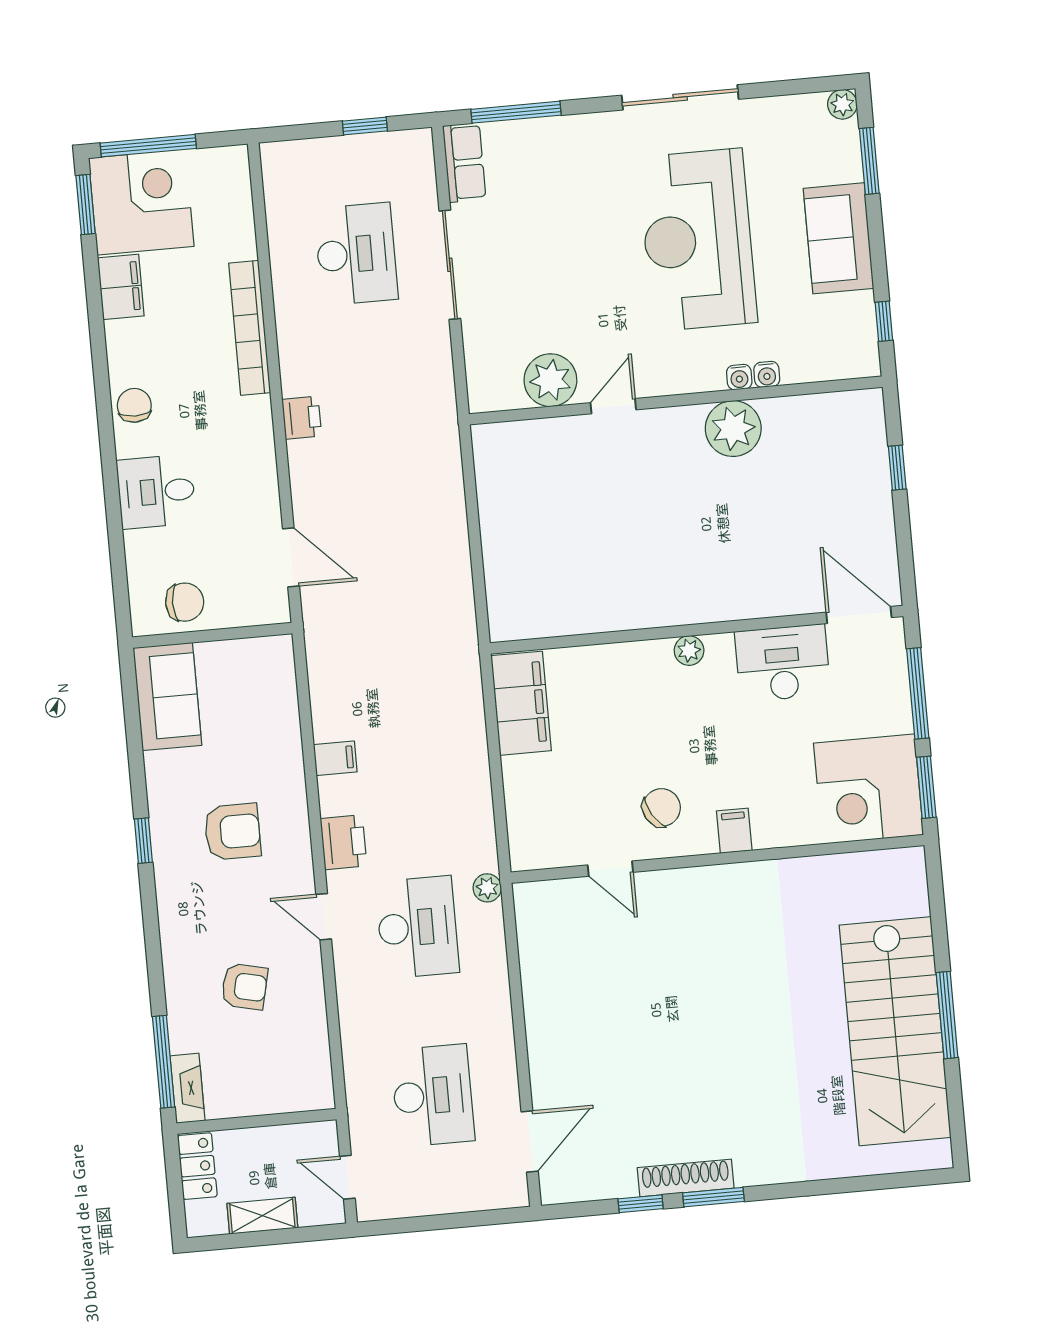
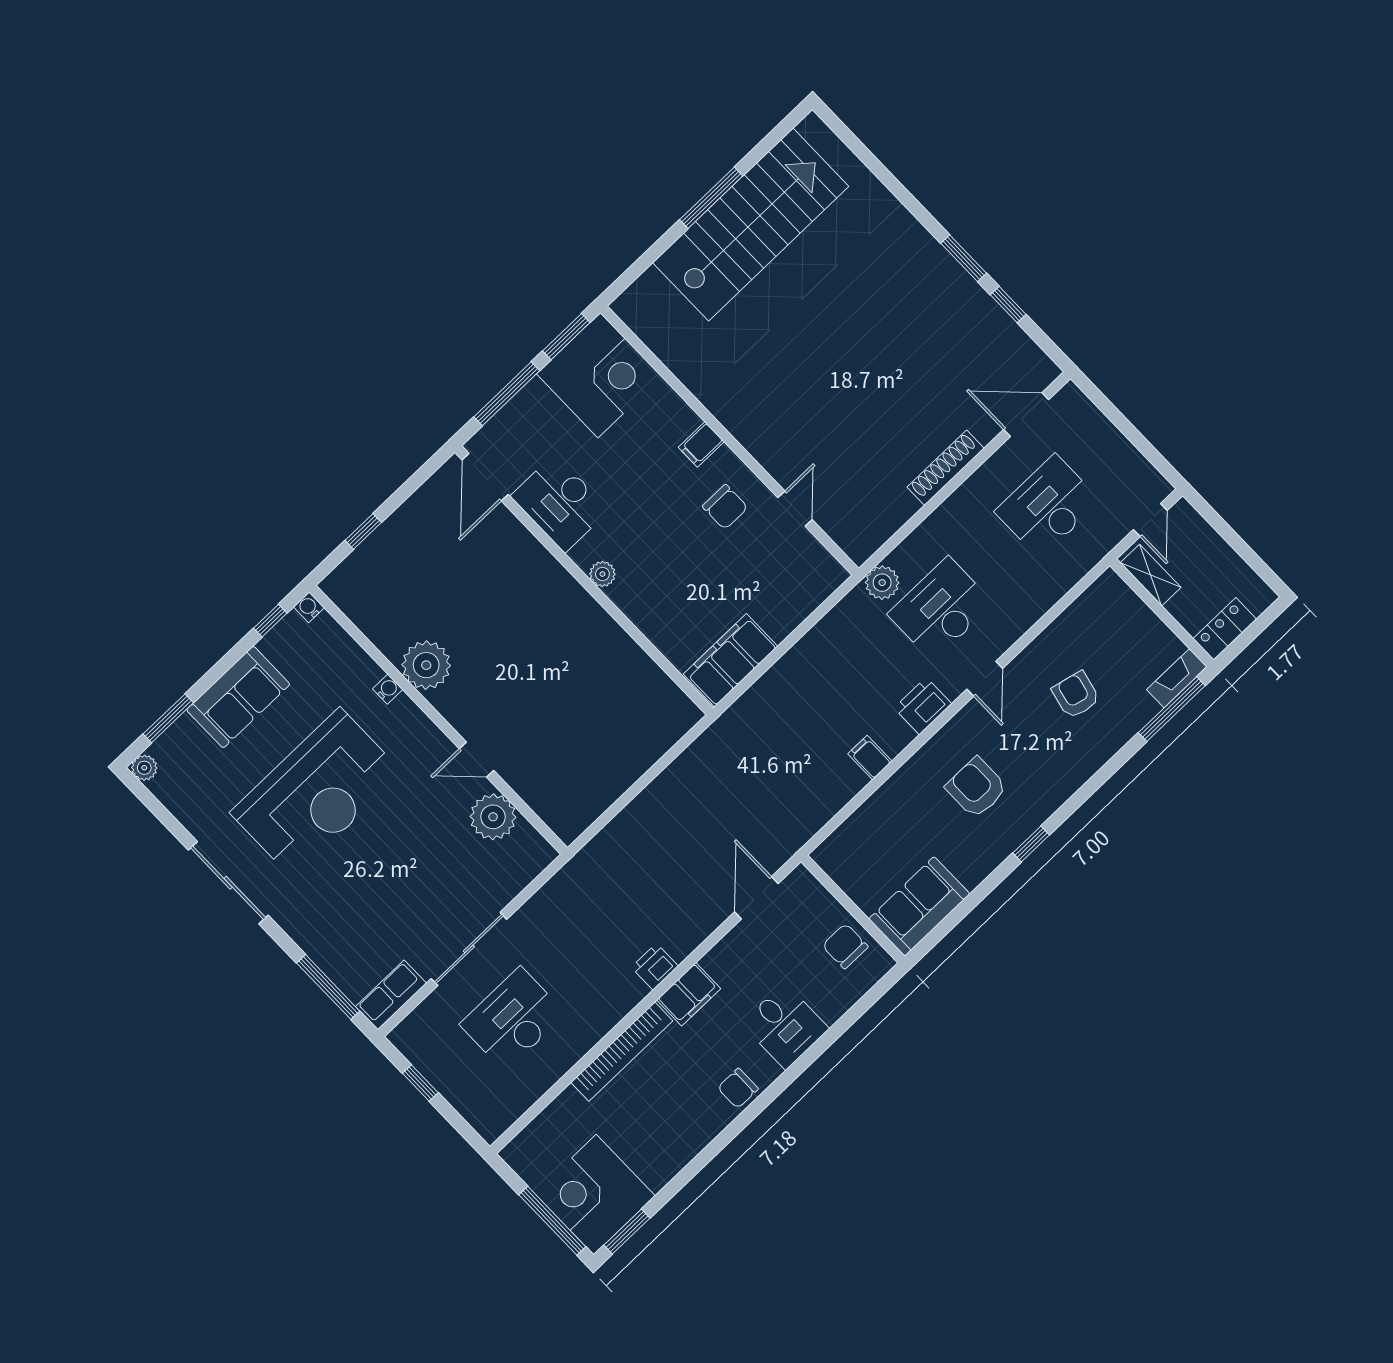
filing cabinet: (121, 287) -> (689, 994), moved, turned 180
water cooler: (767, 374) -> (309, 607), moved, turned -90
chair: (661, 808) -> (725, 507), turned -149
plant: (487, 888) -> (882, 583), width x1.38, depth x1.38
shoe rack: (686, 1178) -> (946, 468), moved, turned 90
shelving: (262, 1216) -> (1151, 575), moved

